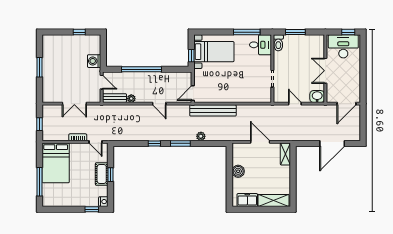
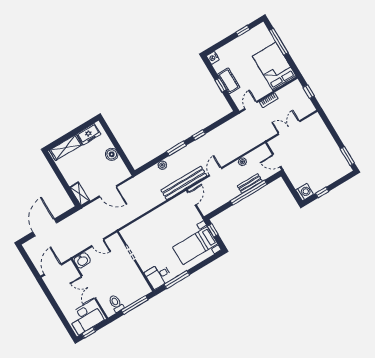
window: (295, 32) -> (135, 305), width x1.44
toilet: (278, 43) -> (116, 303), moved
washing machine: (94, 61) -> (305, 192), moved
window: (40, 67) -> (347, 156), moved
double door: (325, 71) -> (88, 287), swing flipped
bench: (114, 98) -> (250, 183), moved
door: (159, 104) -> (215, 172), hinge flipped
bench: (213, 110) -> (184, 183), moved
door: (95, 142) -> (251, 105), hinge flipped
window: (92, 209) -> (243, 31), moved

